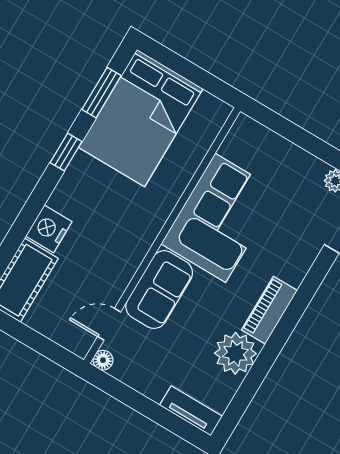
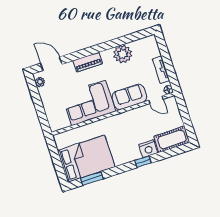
window: (66, 152) -> (143, 162), moved
piano: (269, 310) -> (88, 62), moved
tv unit: (191, 411) -> (161, 70), moved

